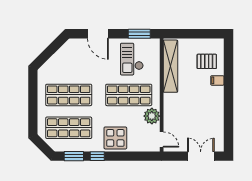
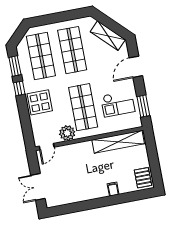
shelving: (61, 56) -> (108, 36), added
checkout: (132, 59) -> (118, 104), turned 180
pallet: (207, 61) -> (143, 178), moved
double door: (201, 156) -> (38, 187), swing flipped

